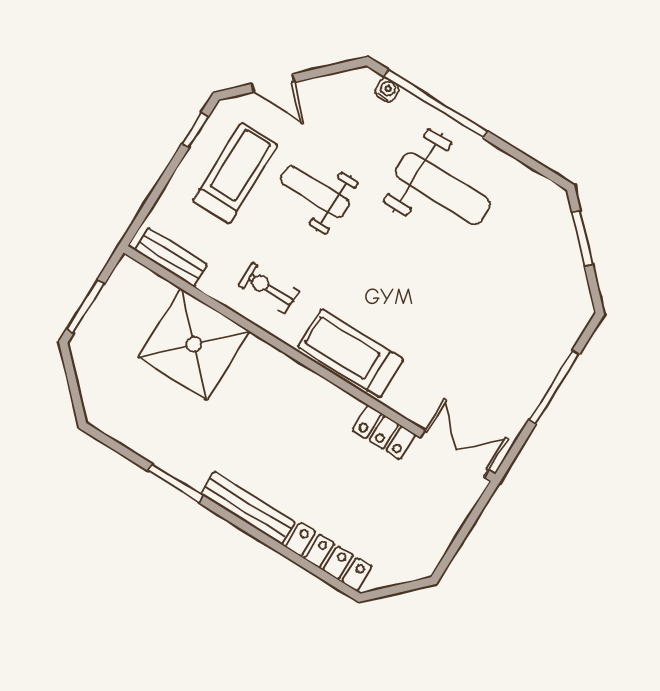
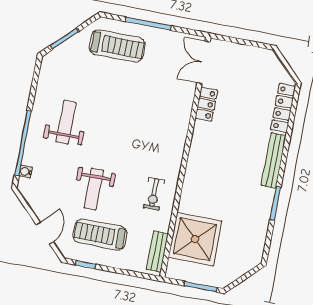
weight bench: (443, 188) -> (66, 122), width x0.73, depth x0.75
shower: (194, 344) -> (195, 239), moved
treadmill: (351, 353) -> (117, 46), moved, turned -90

